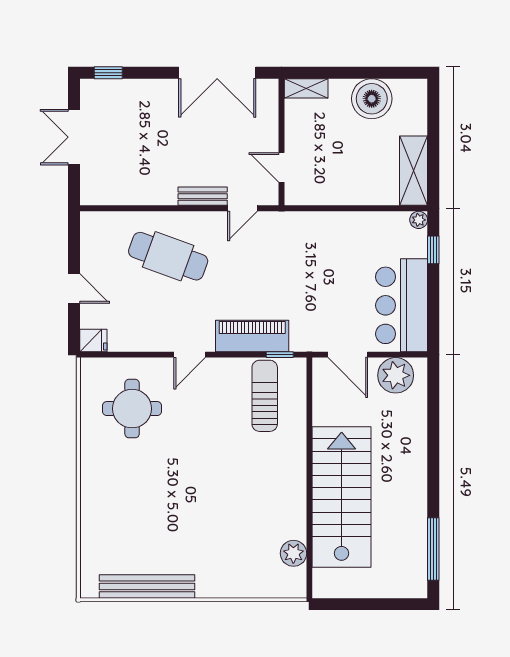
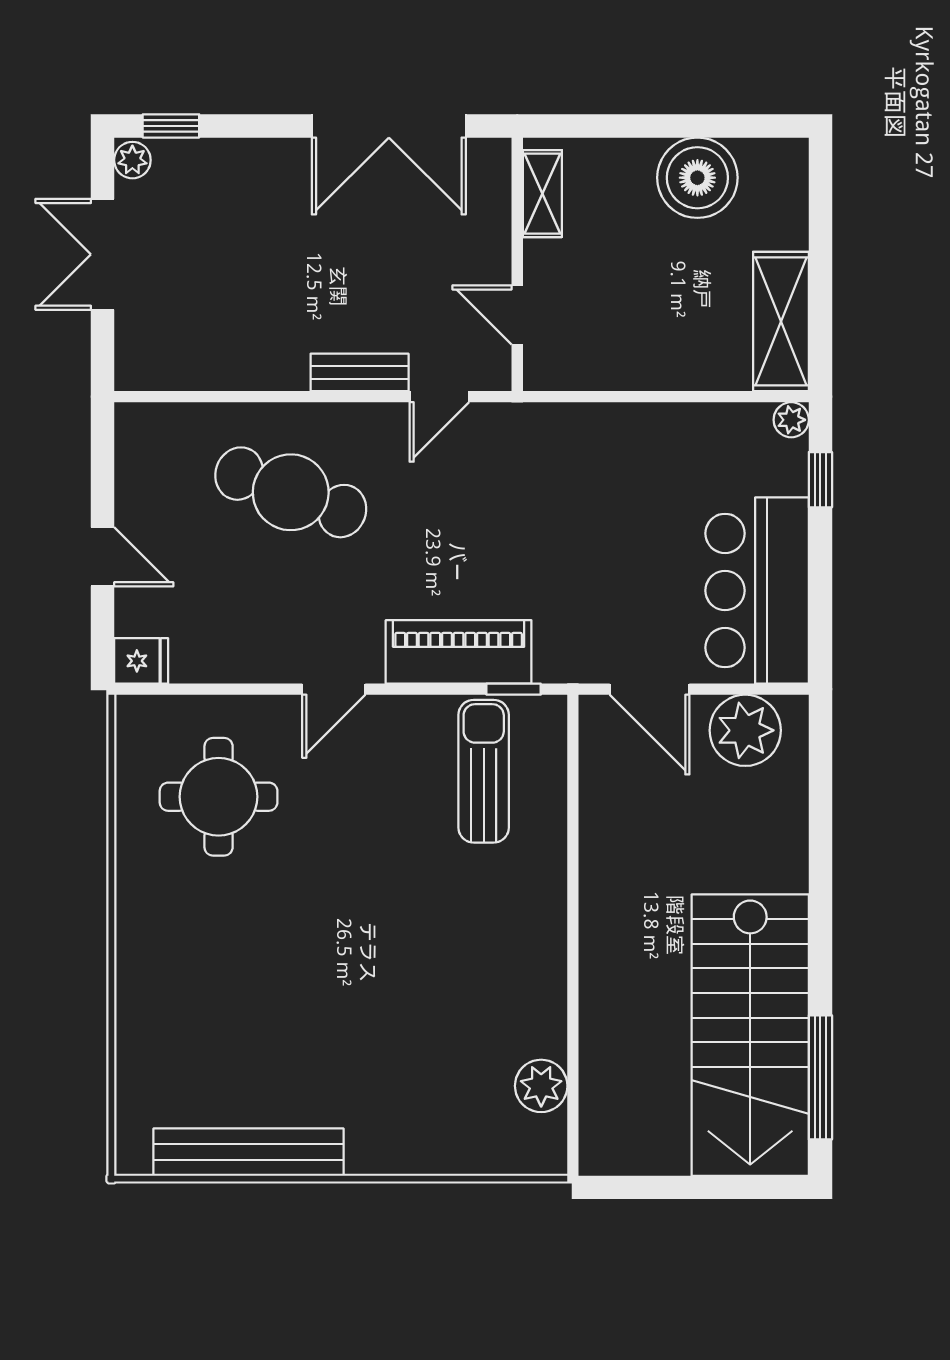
shelving: (306, 88) -> (542, 194), moved, turned 90
plant: (89, 90) -> (132, 160), added
stairs: (342, 497) -> (750, 1035), moved, turned 180

